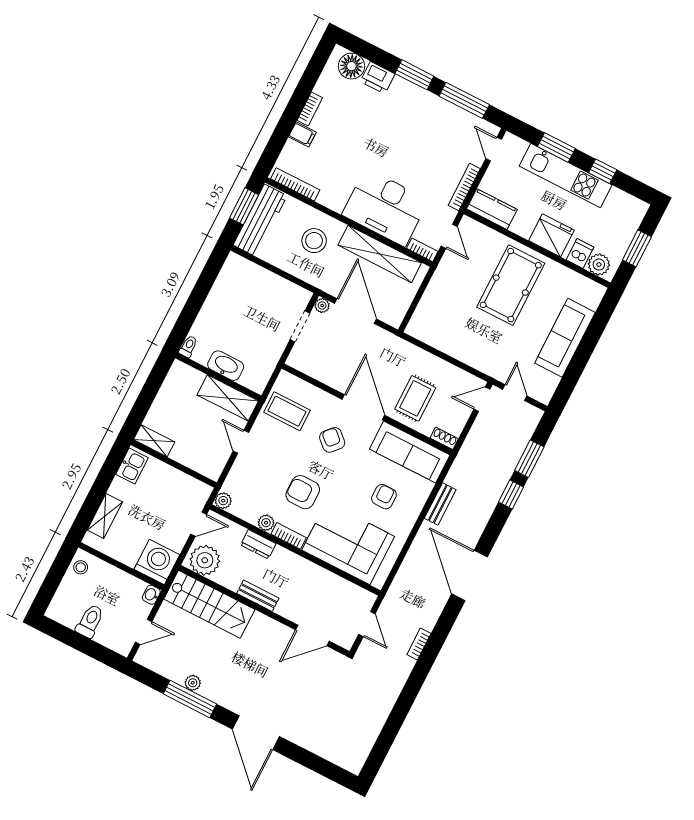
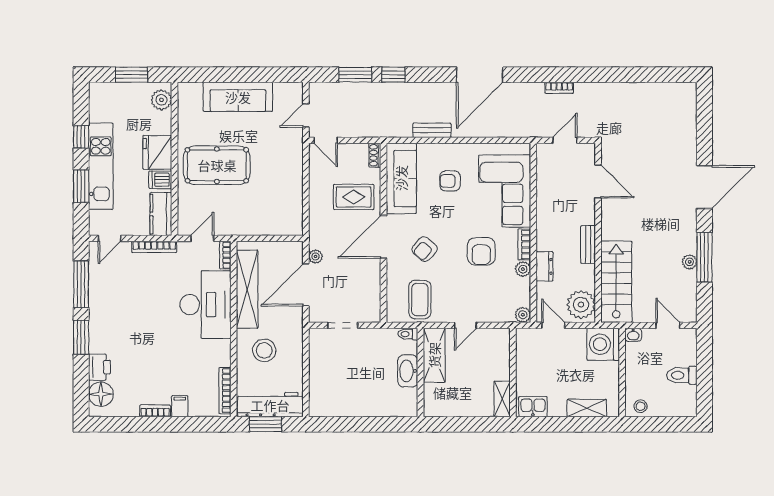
dishwasher: (580, 254) -> (160, 180), moved
plant: (322, 305) -> (316, 256), moved
toilet: (188, 346) -> (408, 334), moved

